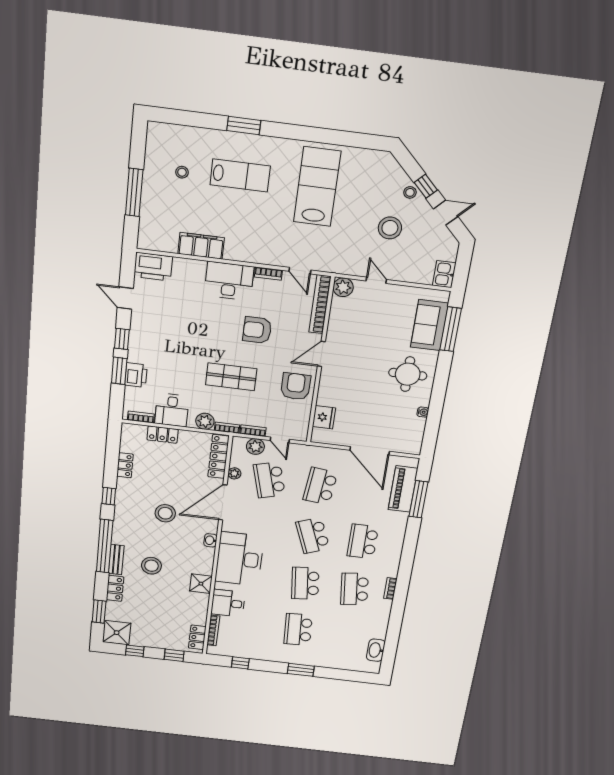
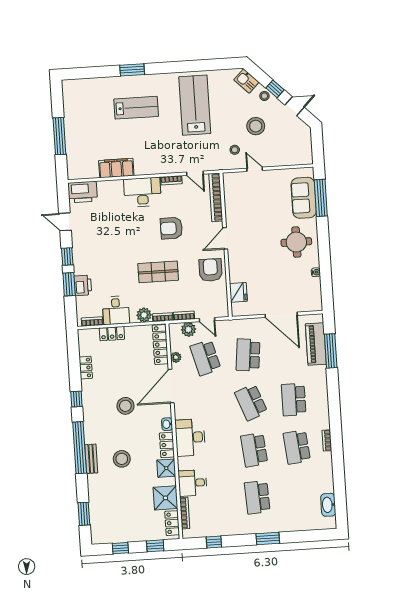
stool: (182, 172) -> (235, 150), moved
kitchen sink: (444, 274) -> (246, 81), moved, turned -45
plant: (343, 287) -> (231, 180), removed
desk: (239, 559) -> (190, 437), width x0.73, depth x0.77
locker: (115, 588) -> (167, 445), moved, turned 180
shower: (117, 633) -> (165, 498), moved

